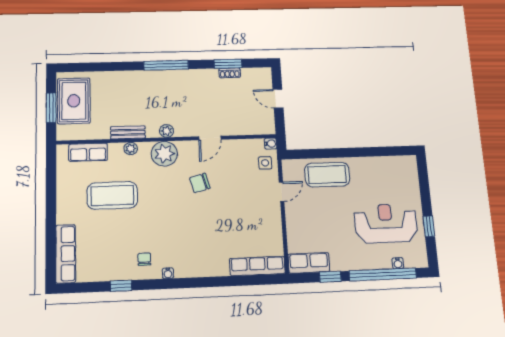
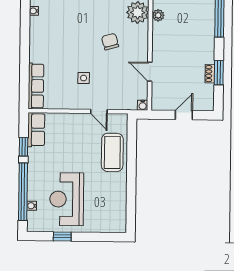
door: (210, 138) -> (150, 72), moved
side table: (265, 163) -> (84, 78), moved
reception desk: (386, 223) -> (67, 199), turned 180

